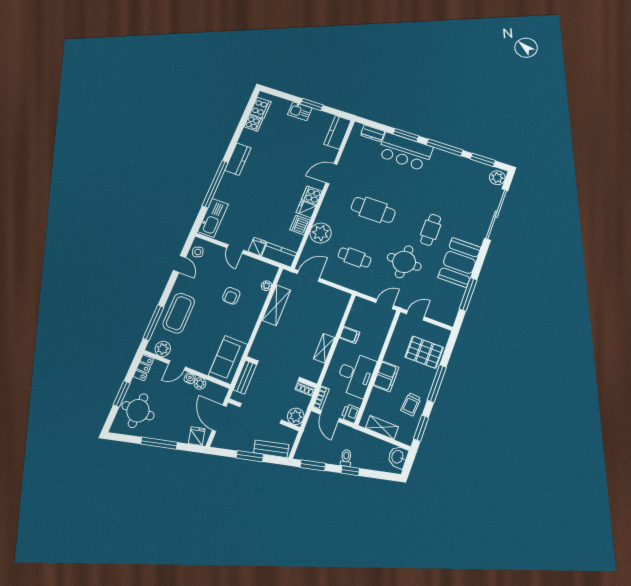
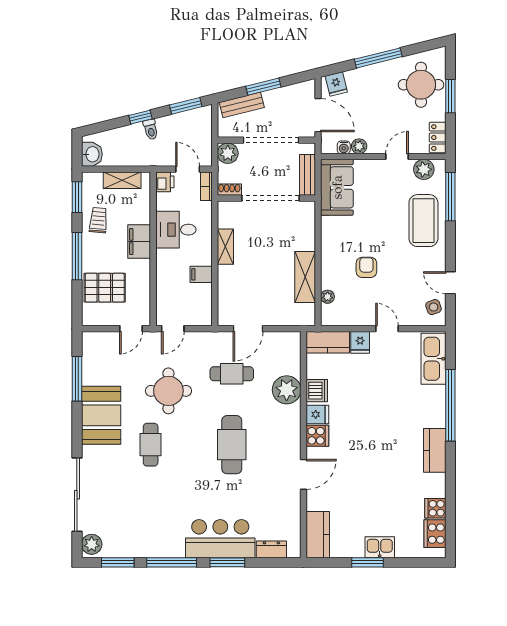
cafe table: (373, 210) -> (232, 445), turned 90
door: (308, 276) -> (248, 329), moved
desk: (356, 375) -> (176, 230), width x0.73
water cooler: (190, 378) -> (344, 147), moved

